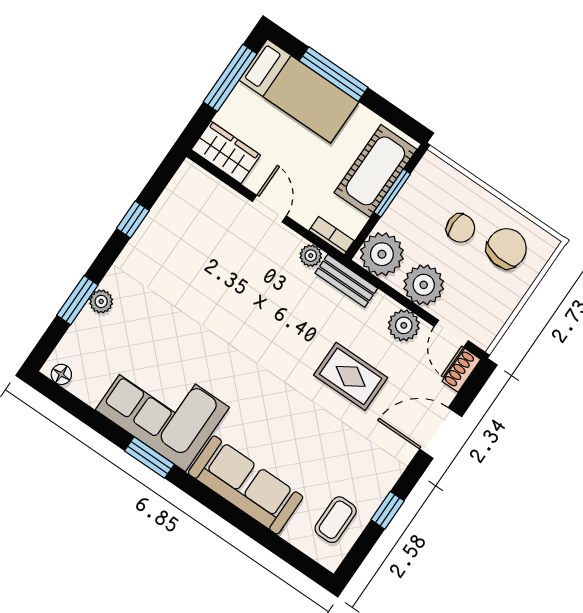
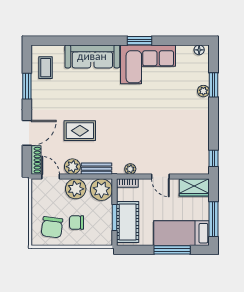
window: (133, 219) -> (213, 158), moved
bench: (346, 281) -> (97, 169), moved
shoe rack: (461, 370) -> (36, 160), width x1.43
window: (388, 510) -> (27, 86), width x1.50

